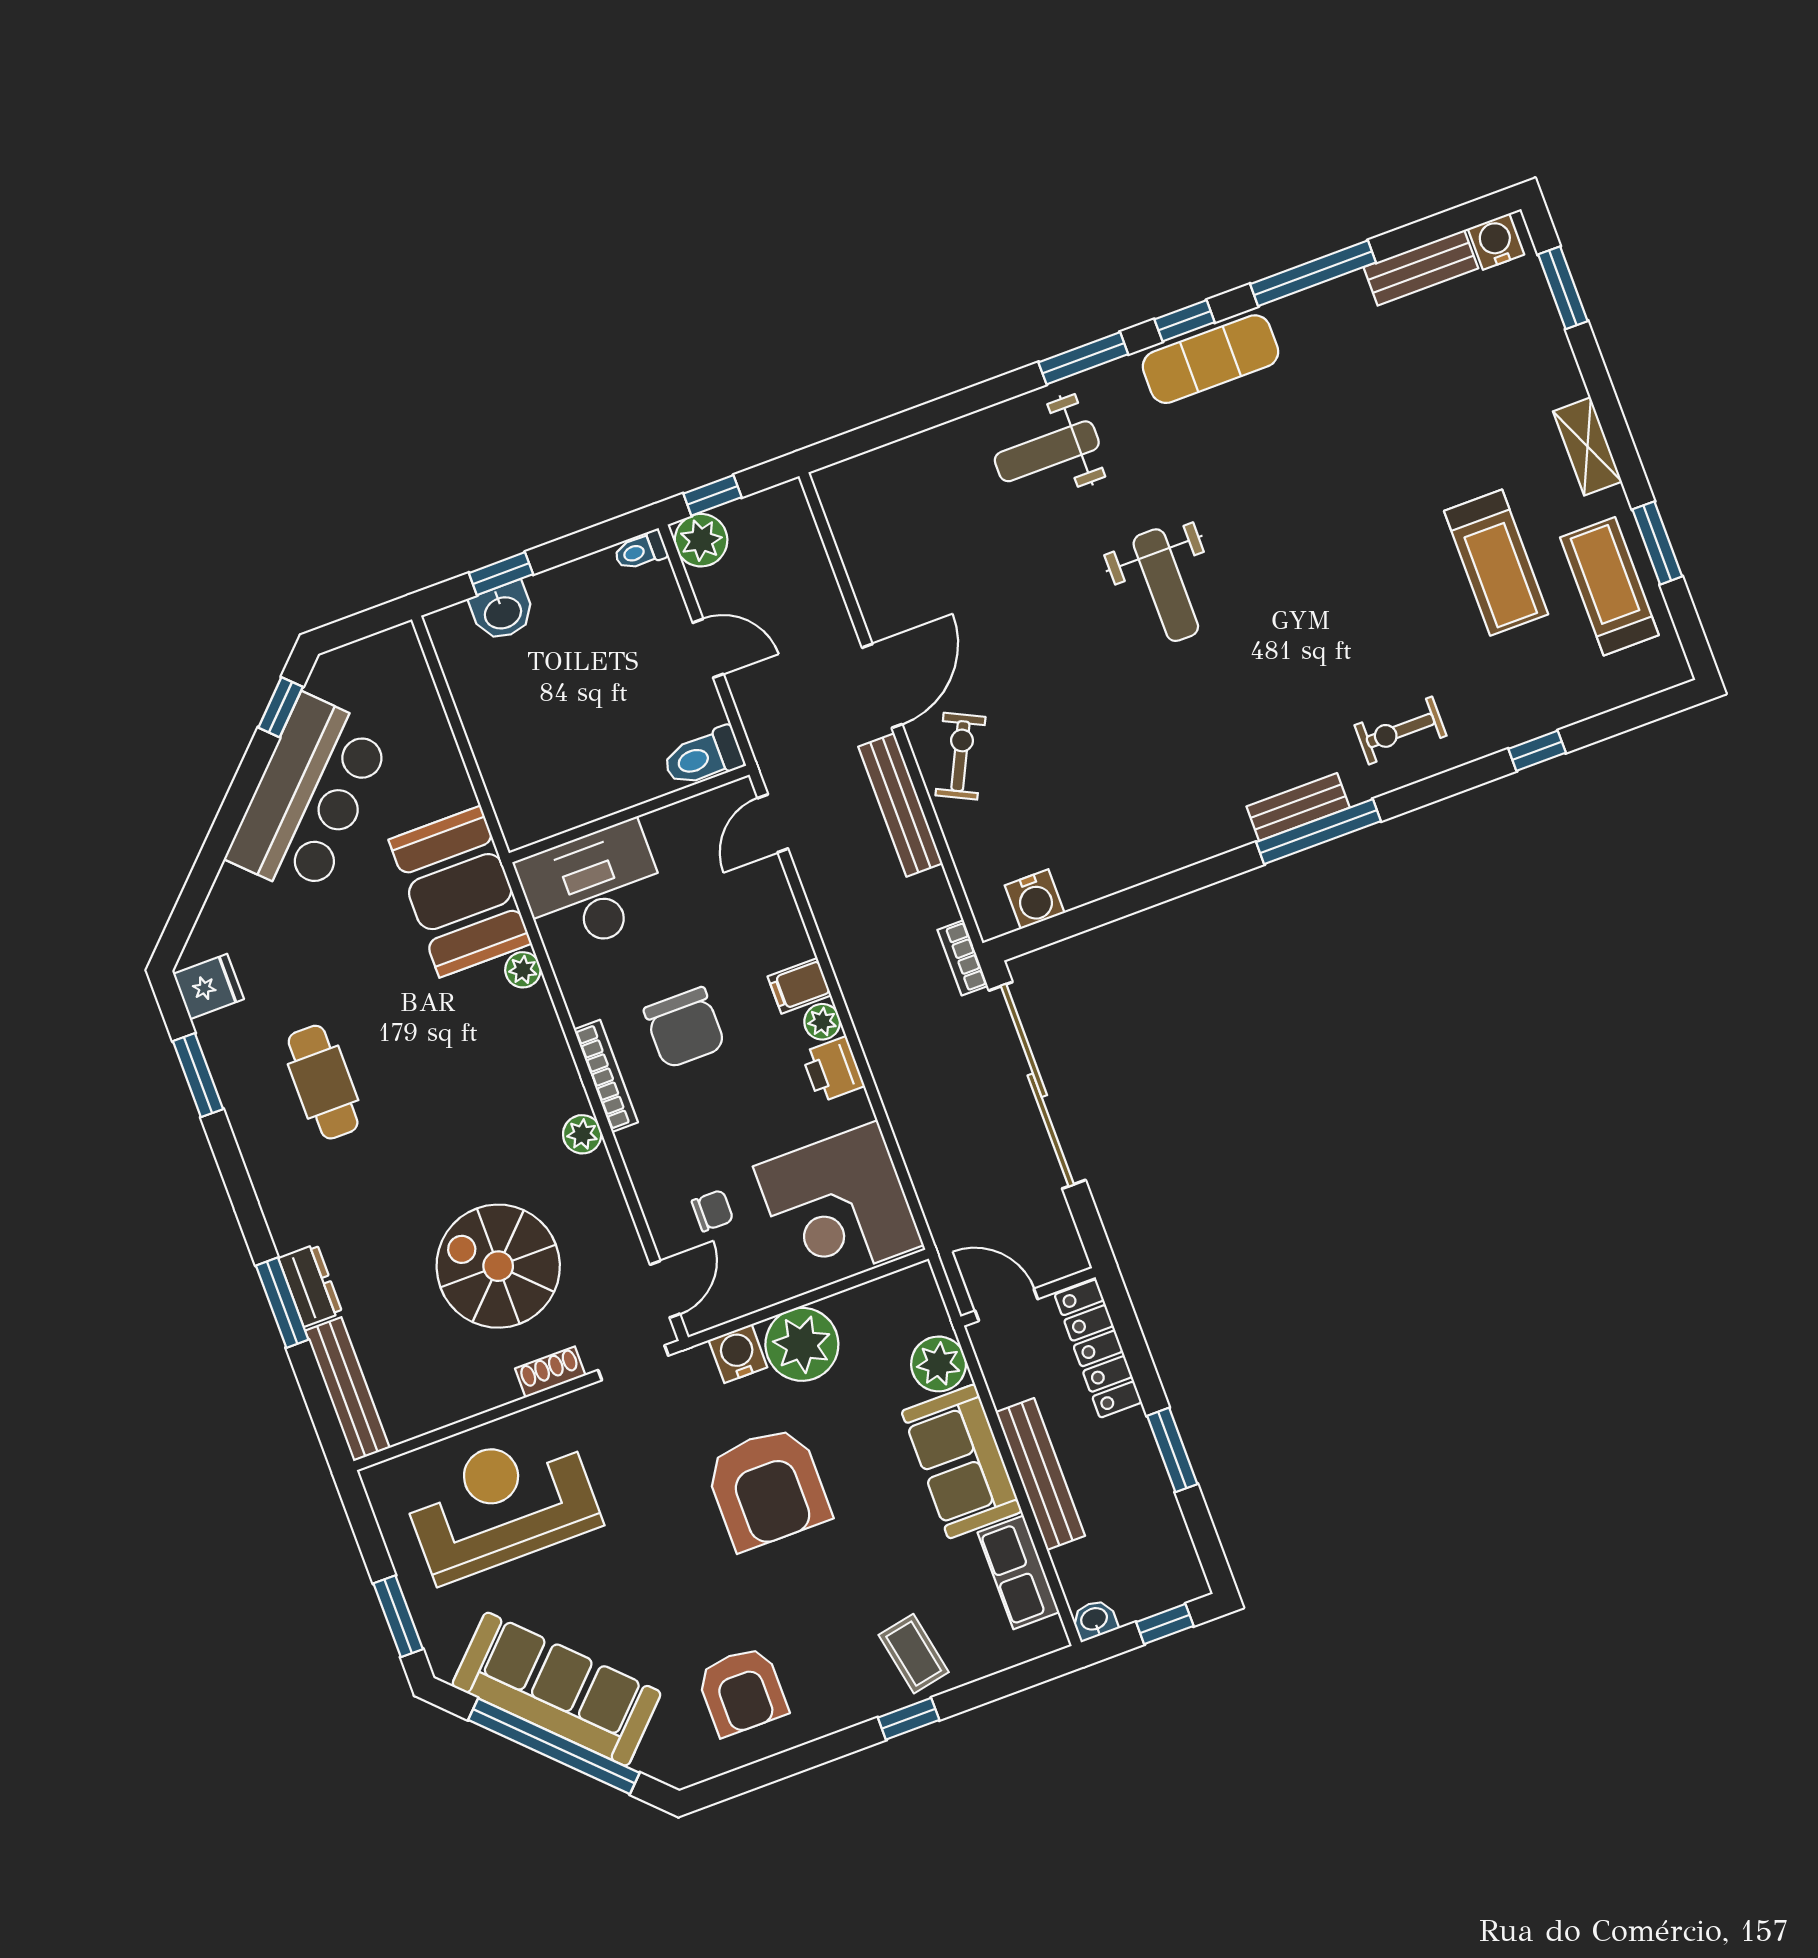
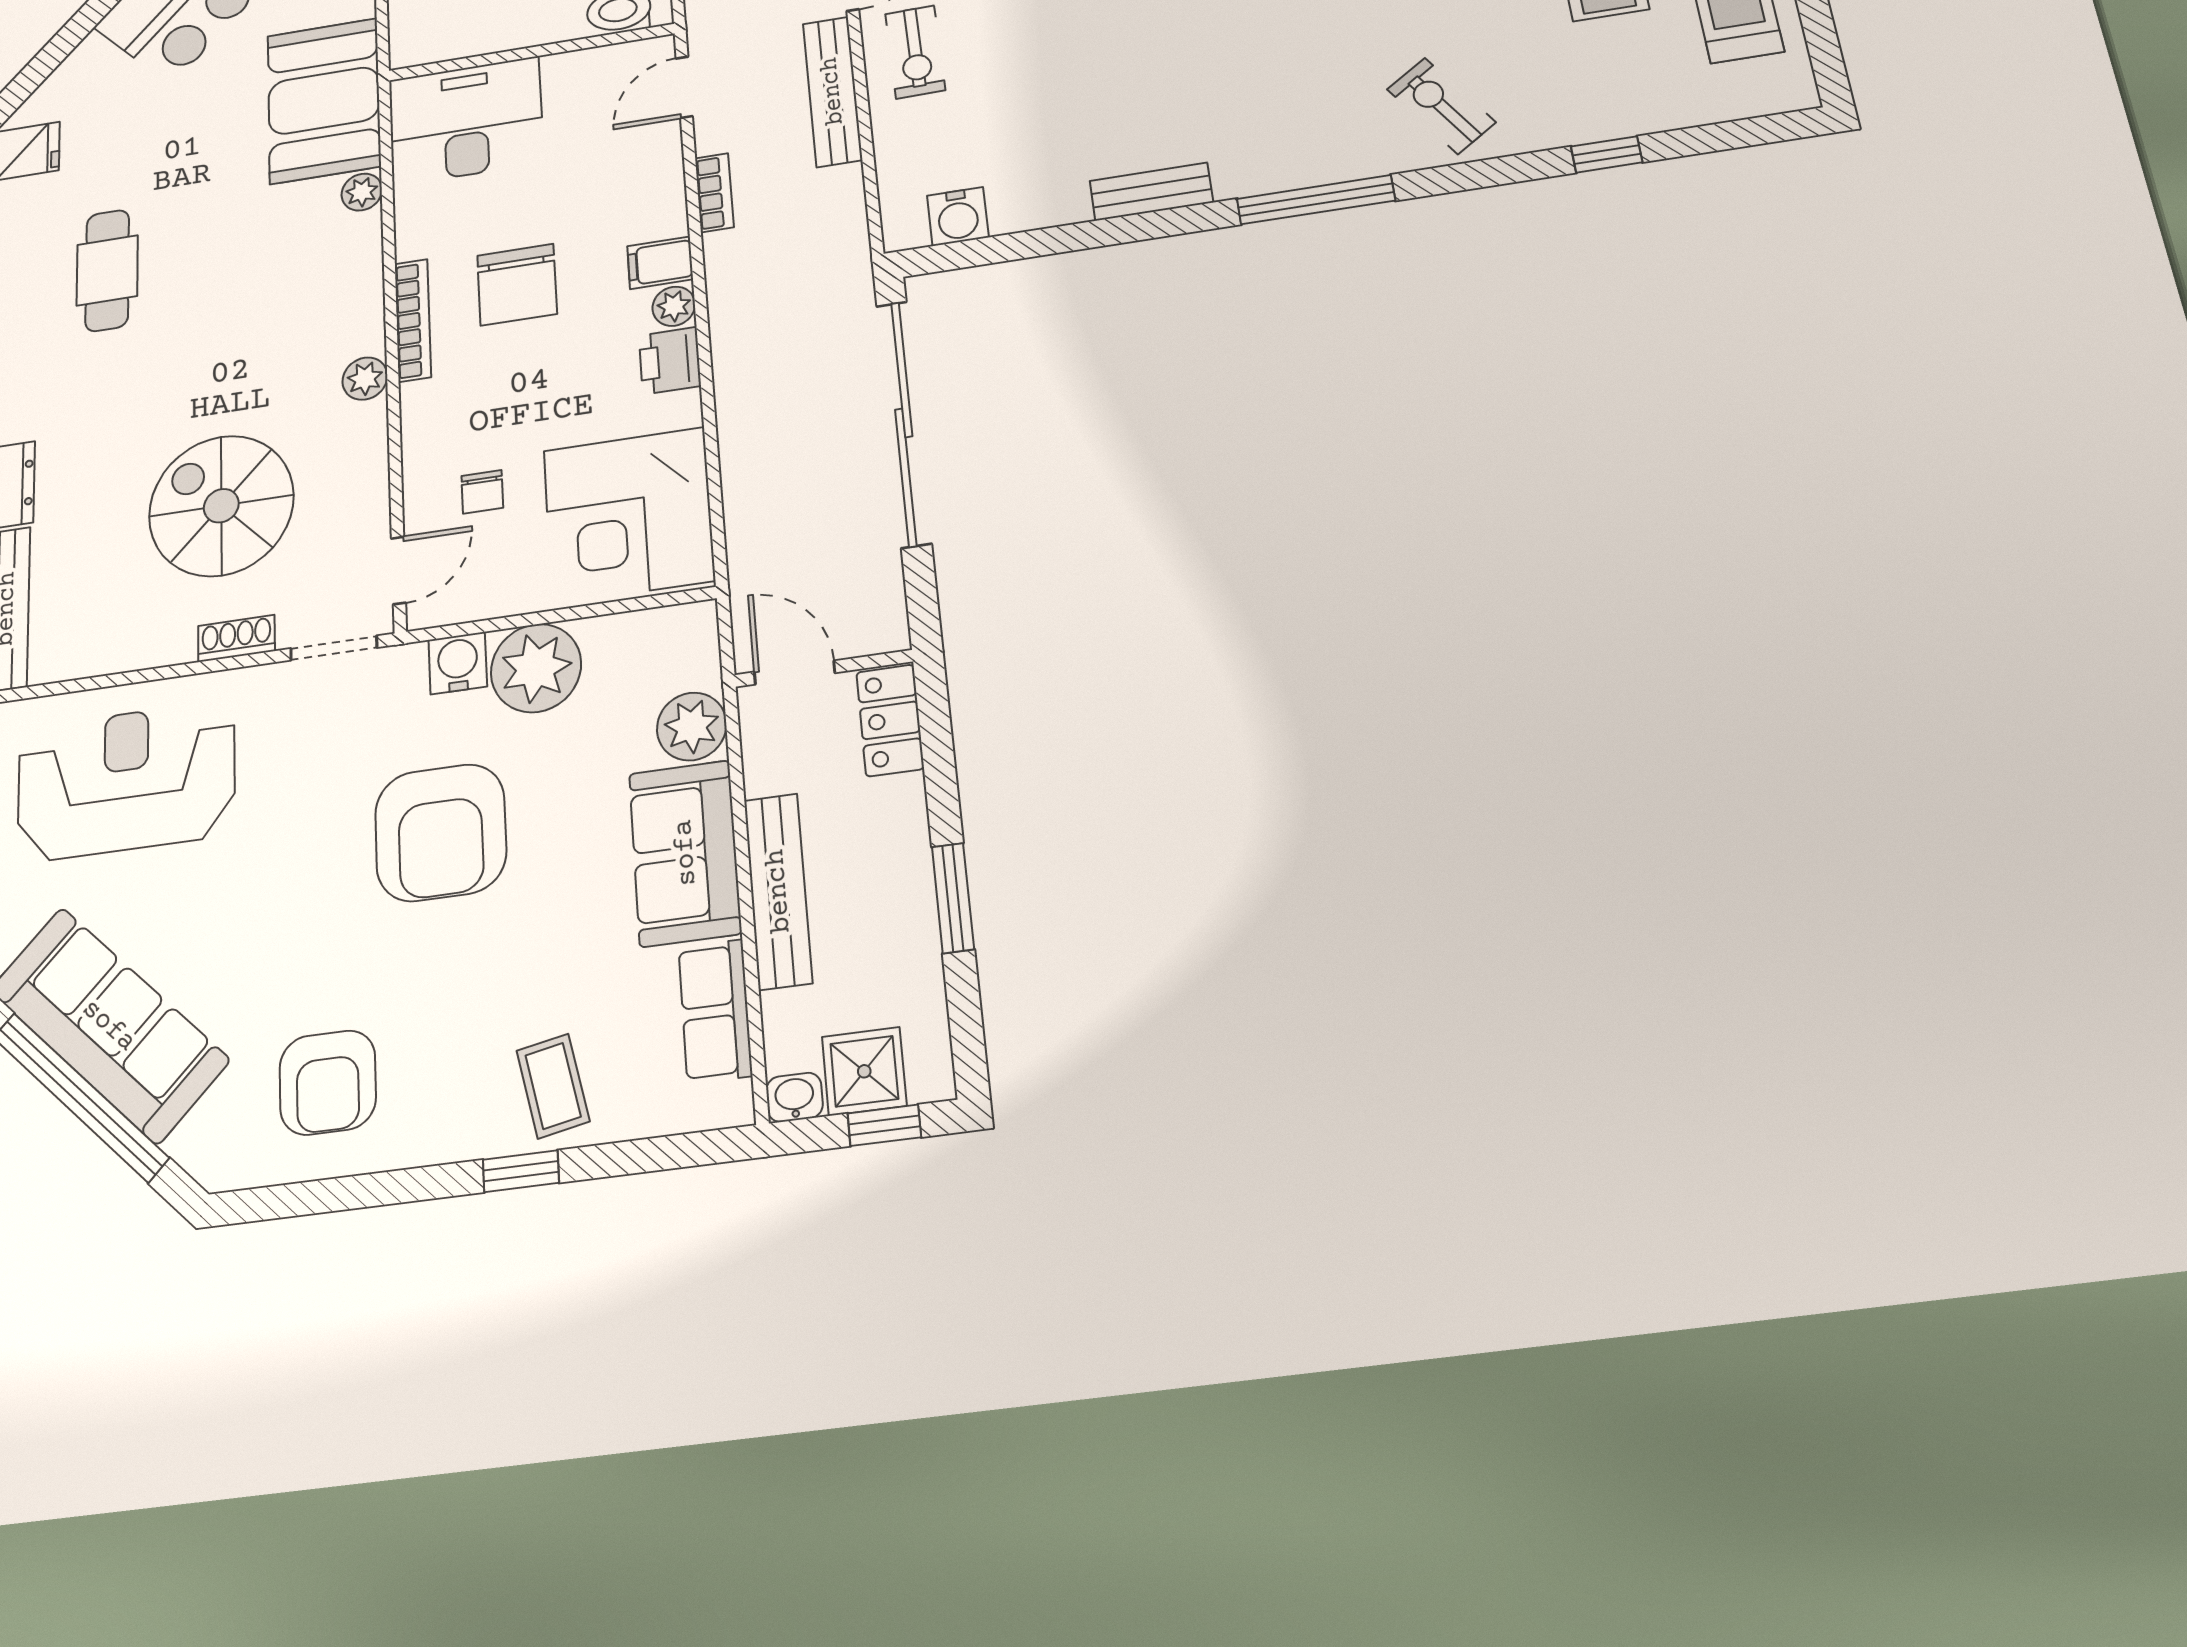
exercise bike: (1400, 730) -> (1441, 106), turned 56
exercise bike: (960, 756) -> (915, 52), turned 153
bench: (1298, 807) -> (1151, 192), moved
bookcase: (963, 958) -> (714, 193), moved, turned 180
chair: (713, 1211) -> (482, 492), turned 90
locker: (1098, 1348) -> (890, 720), width x0.66
shower: (1140, 1590) -> (864, 1071), added

